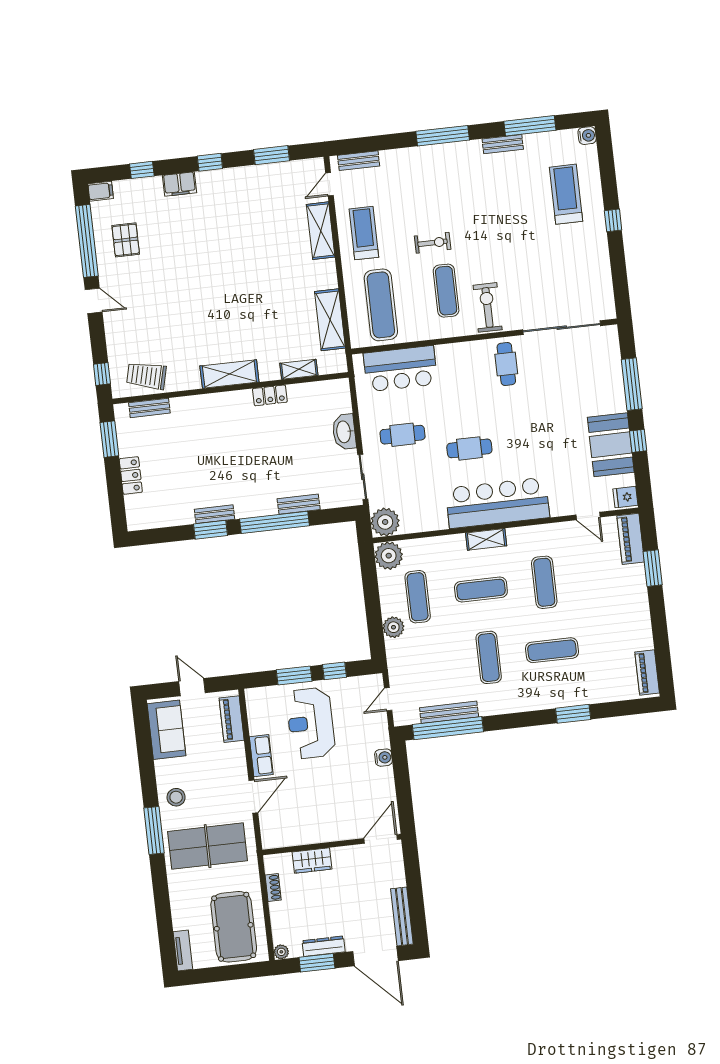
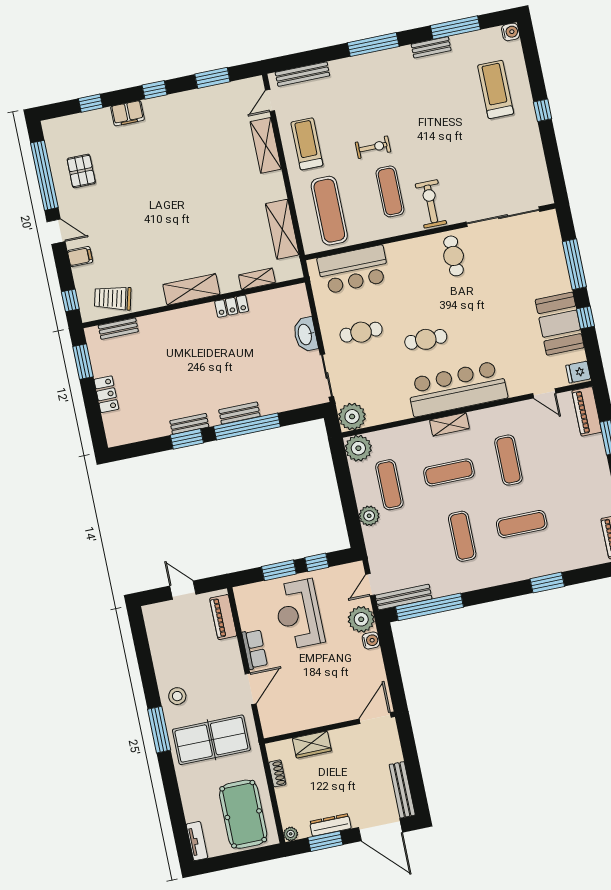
bench: (359, 161) -> (302, 74), width x1.36
filing cabinet: (101, 191) -> (80, 257), moved
bench: (299, 504) -> (239, 413), moved
bench: (449, 712) -> (404, 597), moved
sofa: (166, 730) -> (162, 633), removed
plant: (375, 735) -> (361, 619), added

